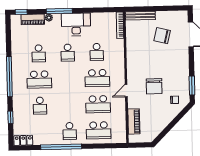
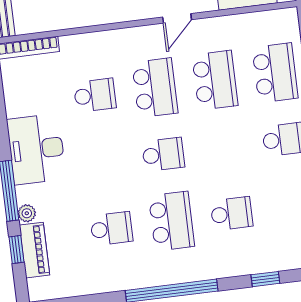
window: (21, 12) -> (17, 249), moved
school desk: (68, 53) -> (163, 154), moved
door: (126, 91) -> (177, 18), hinge flipped

